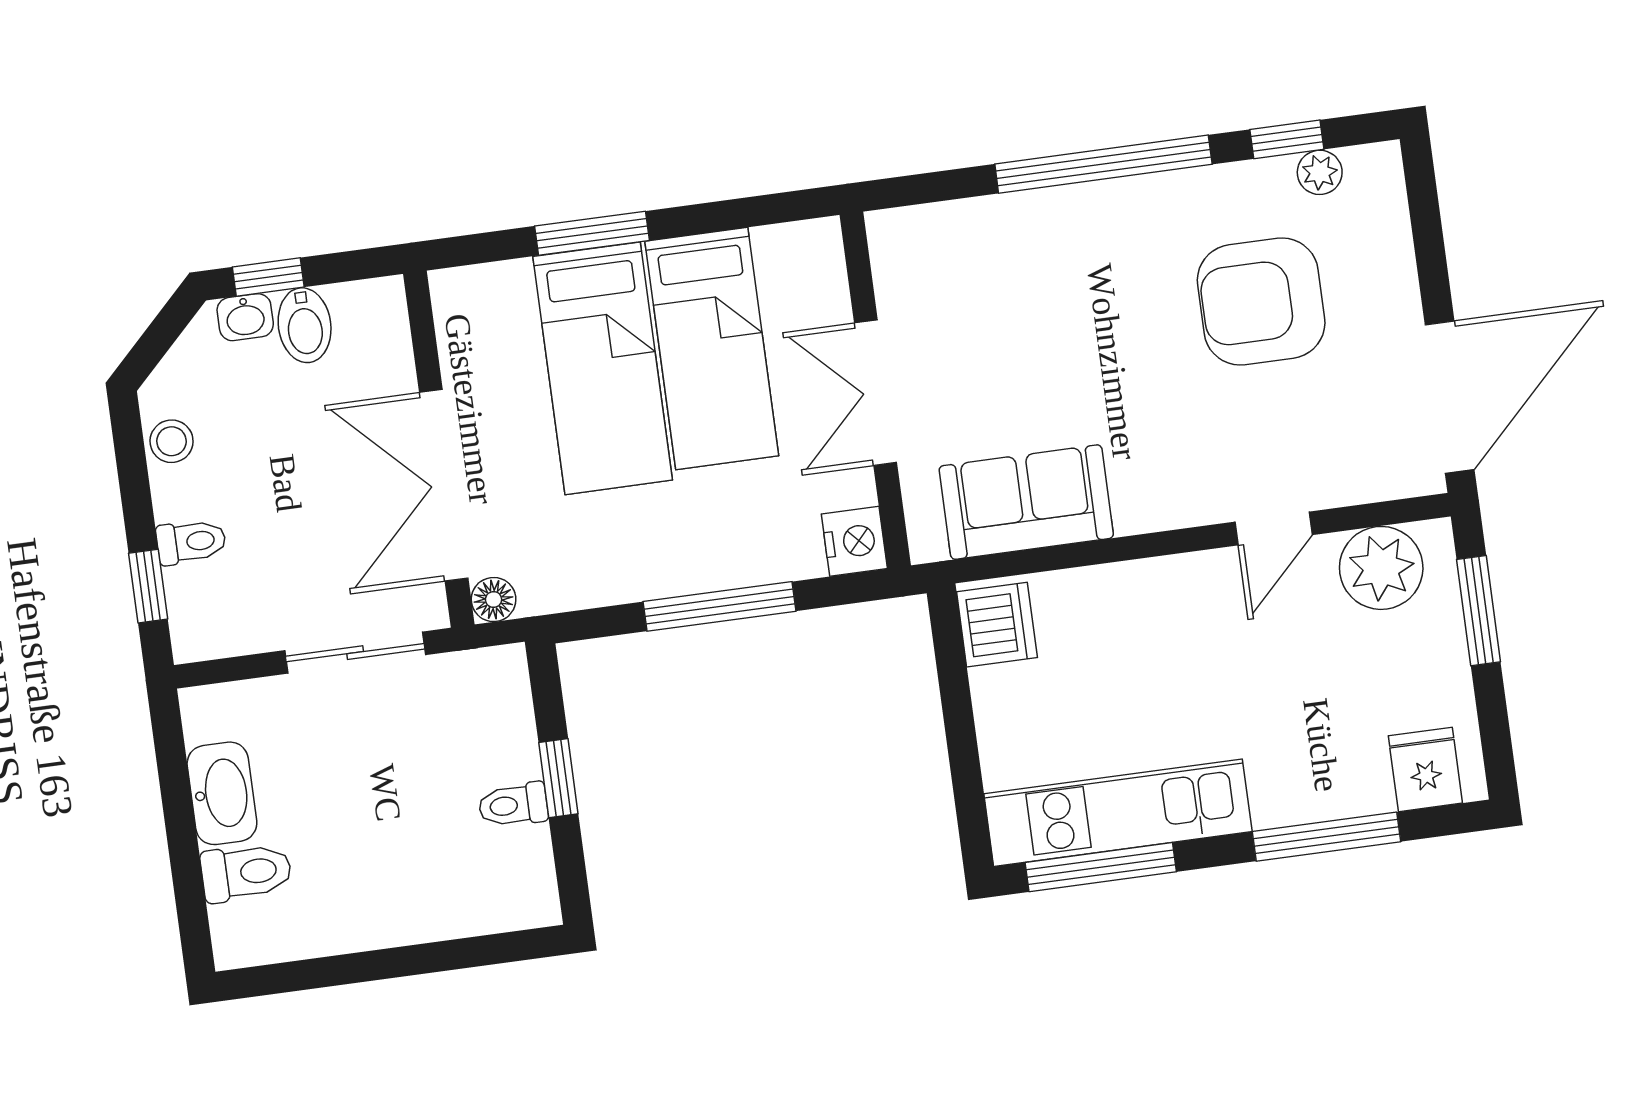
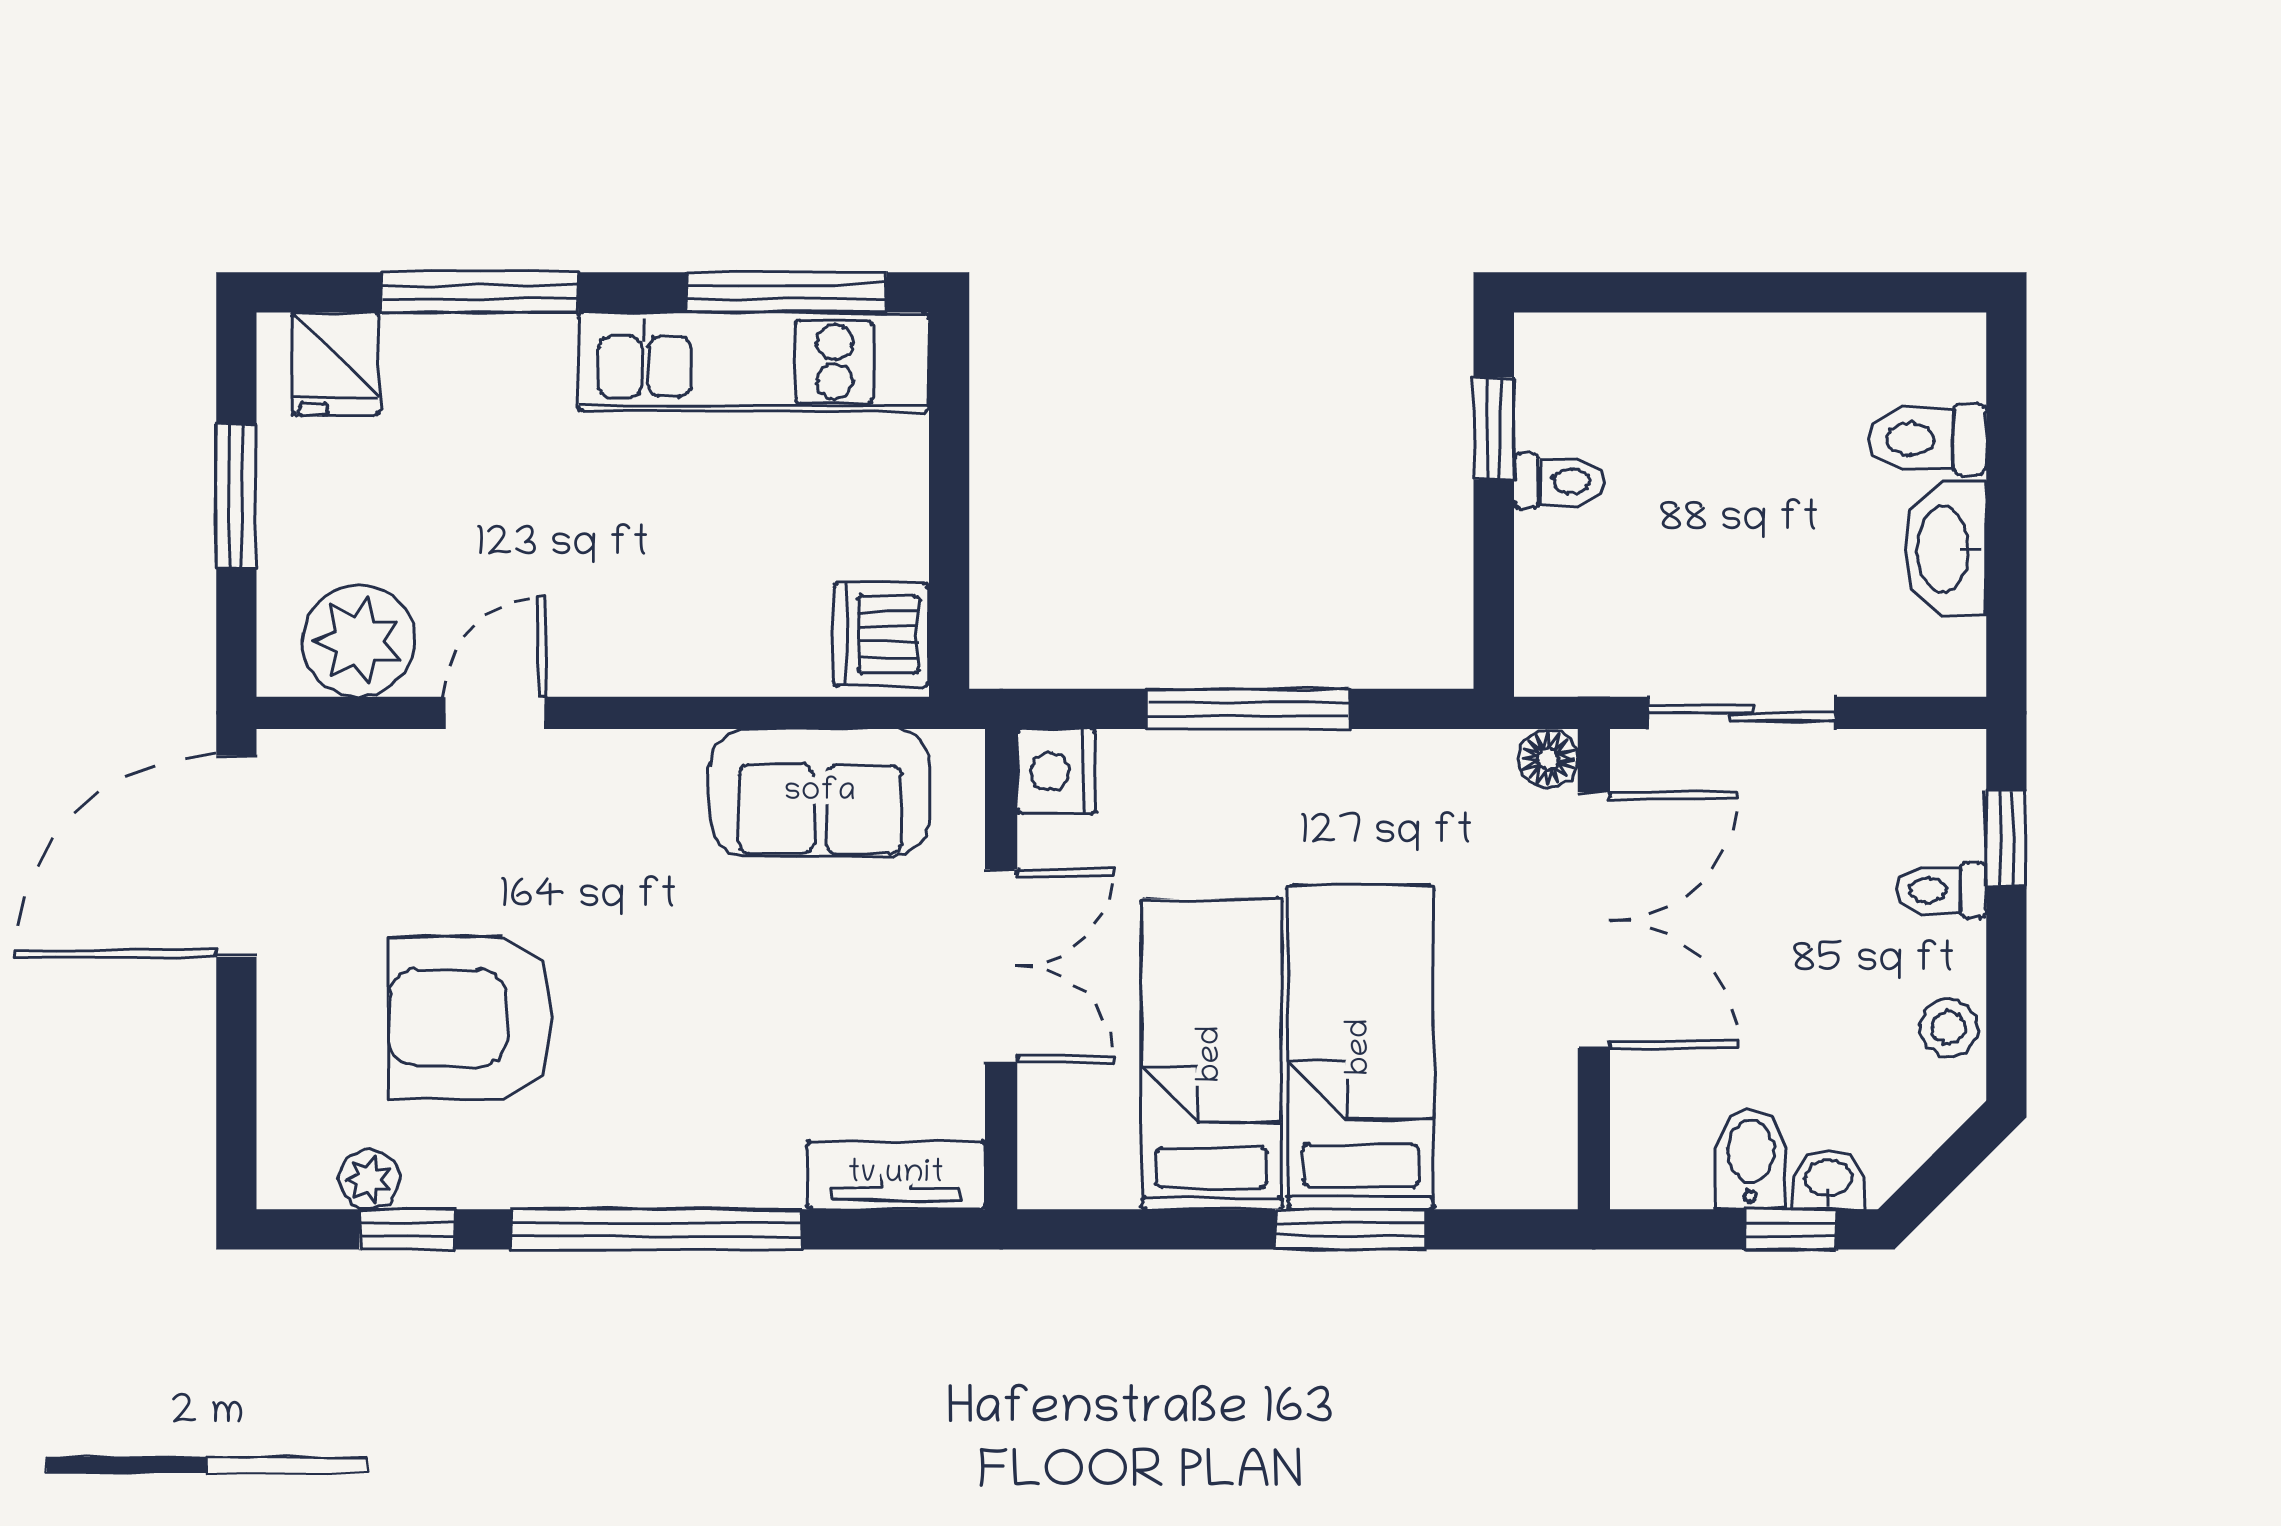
tv unit: (932, 228) -> (896, 1175), added
armchair: (1261, 301) -> (471, 1018), turned 180
window: (1479, 611) -> (236, 497), moved
window: (558, 778) -> (1494, 428), moved

